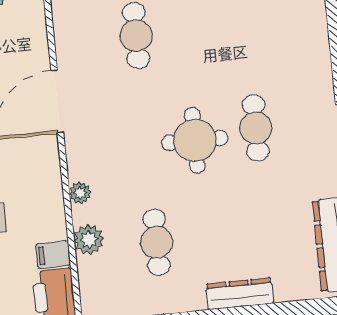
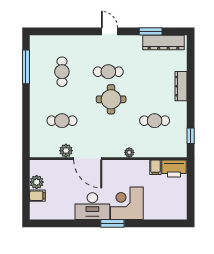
cafe table: (245, 25) -> (62, 72), added
plant: (89, 240) -> (66, 151), moved

